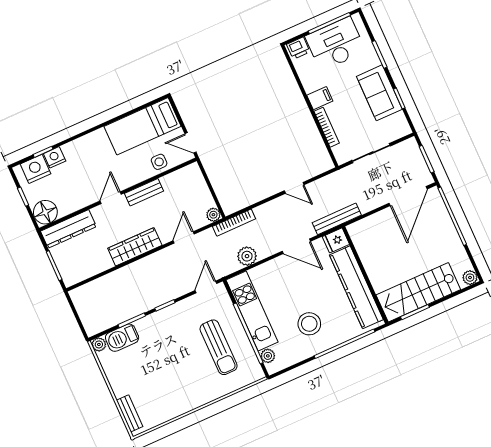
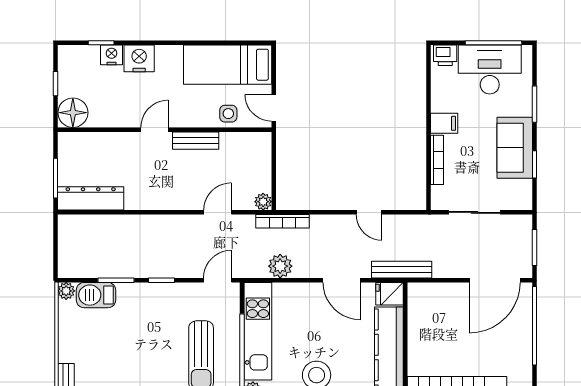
nightstand: (36, 169) -> (139, 58), moved
dresser: (68, 229) -> (91, 198), moved, turned 180
wardrobe: (135, 247) -> (157, 198), removed

